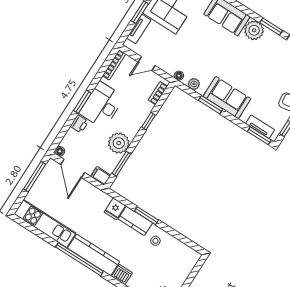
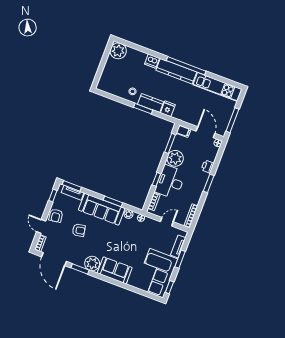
armchair: (262, 77) -> (79, 230), added
sofa: (227, 98) -> (102, 209), width x1.36
desk: (102, 105) -> (170, 182), moved, turned 180

